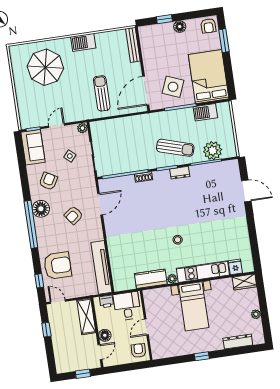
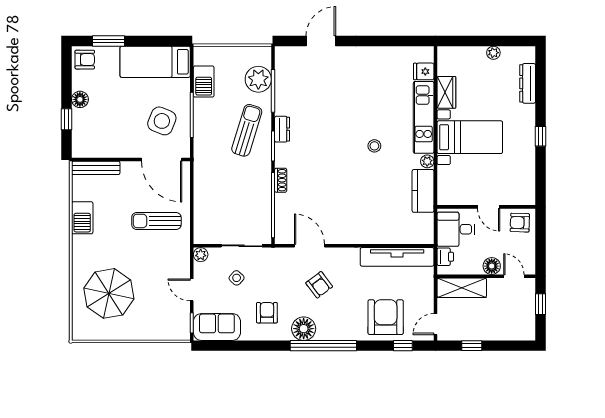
barbecue: (83, 42) -> (82, 218), moved
bed: (209, 77) -> (155, 62), width x0.67
armchair: (48, 181) -> (267, 313), turned 60
wardrobe: (244, 282) -> (446, 92), moved

